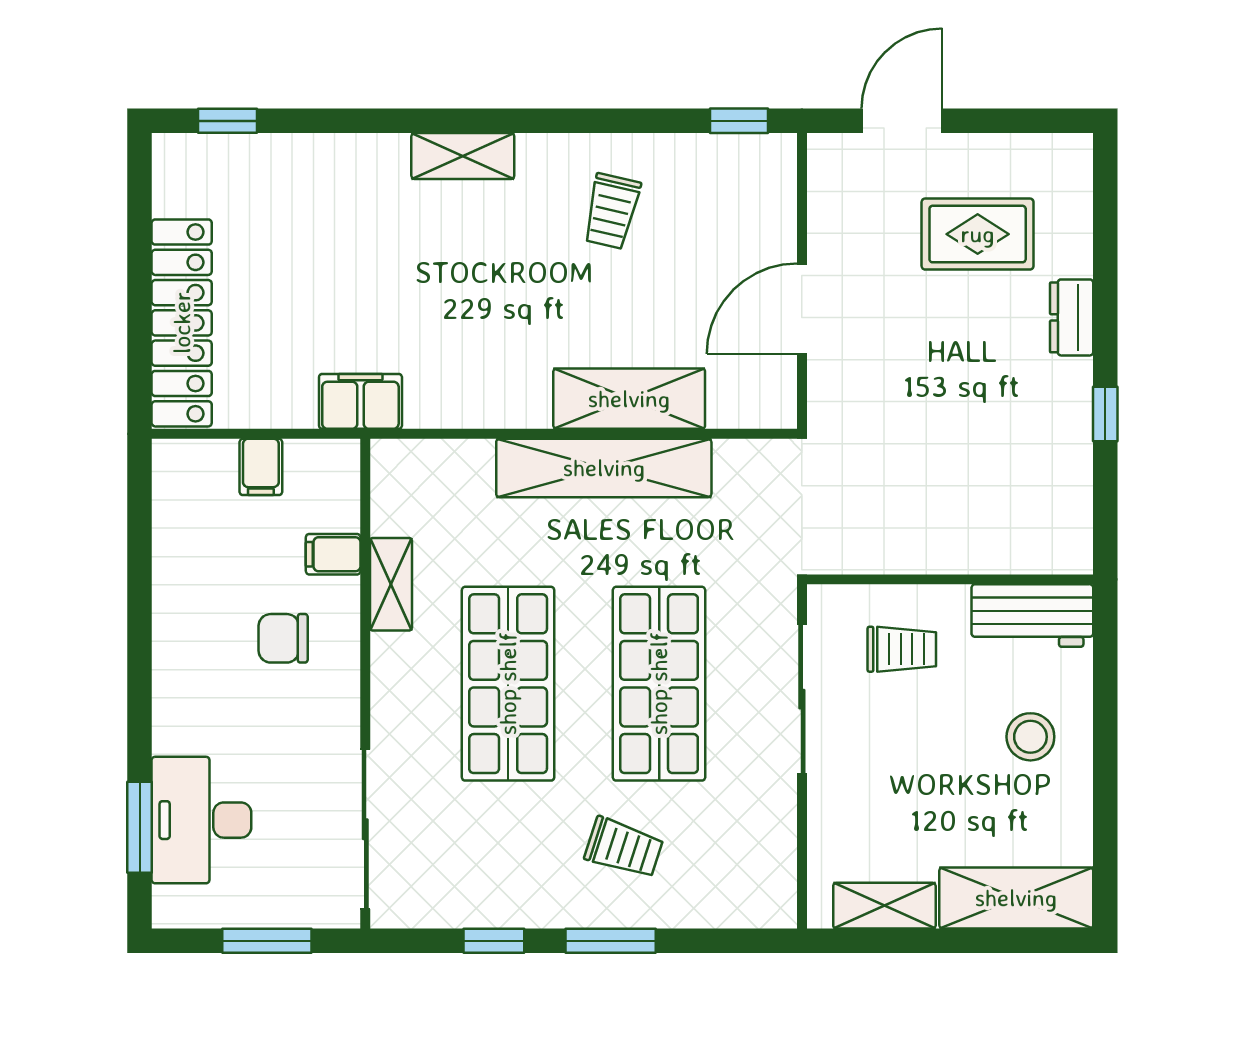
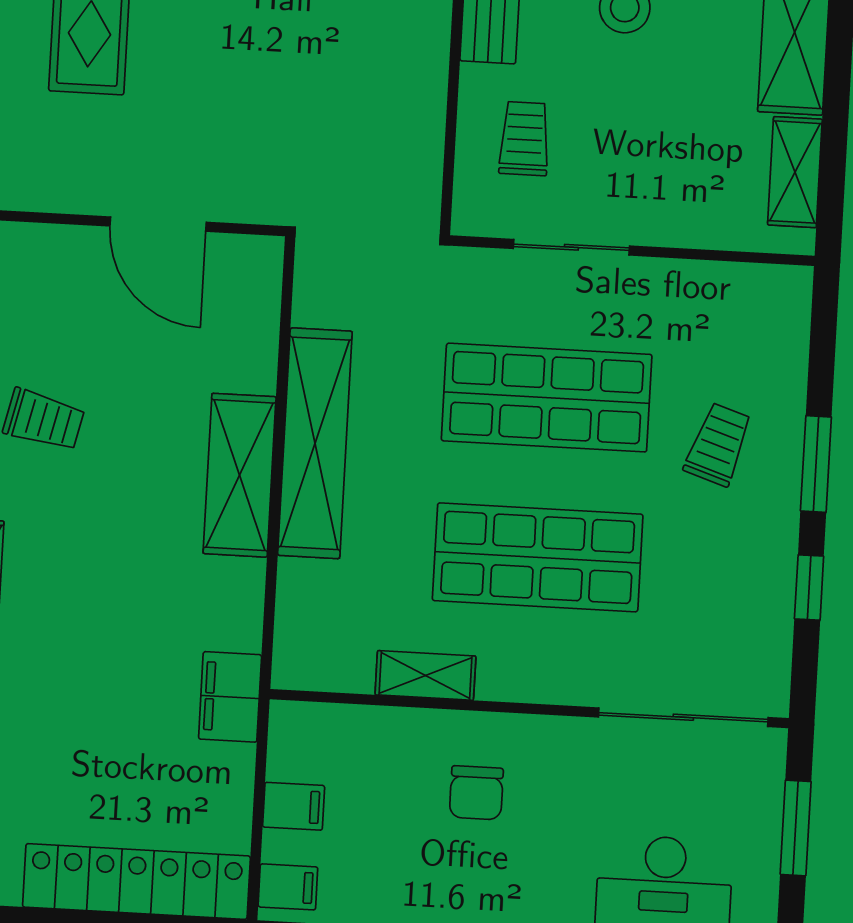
shelving: (629, 399) -> (240, 475), moved
filing cabinet: (333, 554) -> (288, 887), moved, turned -90
sliding door: (802, 699) -> (571, 247), width x0.73

